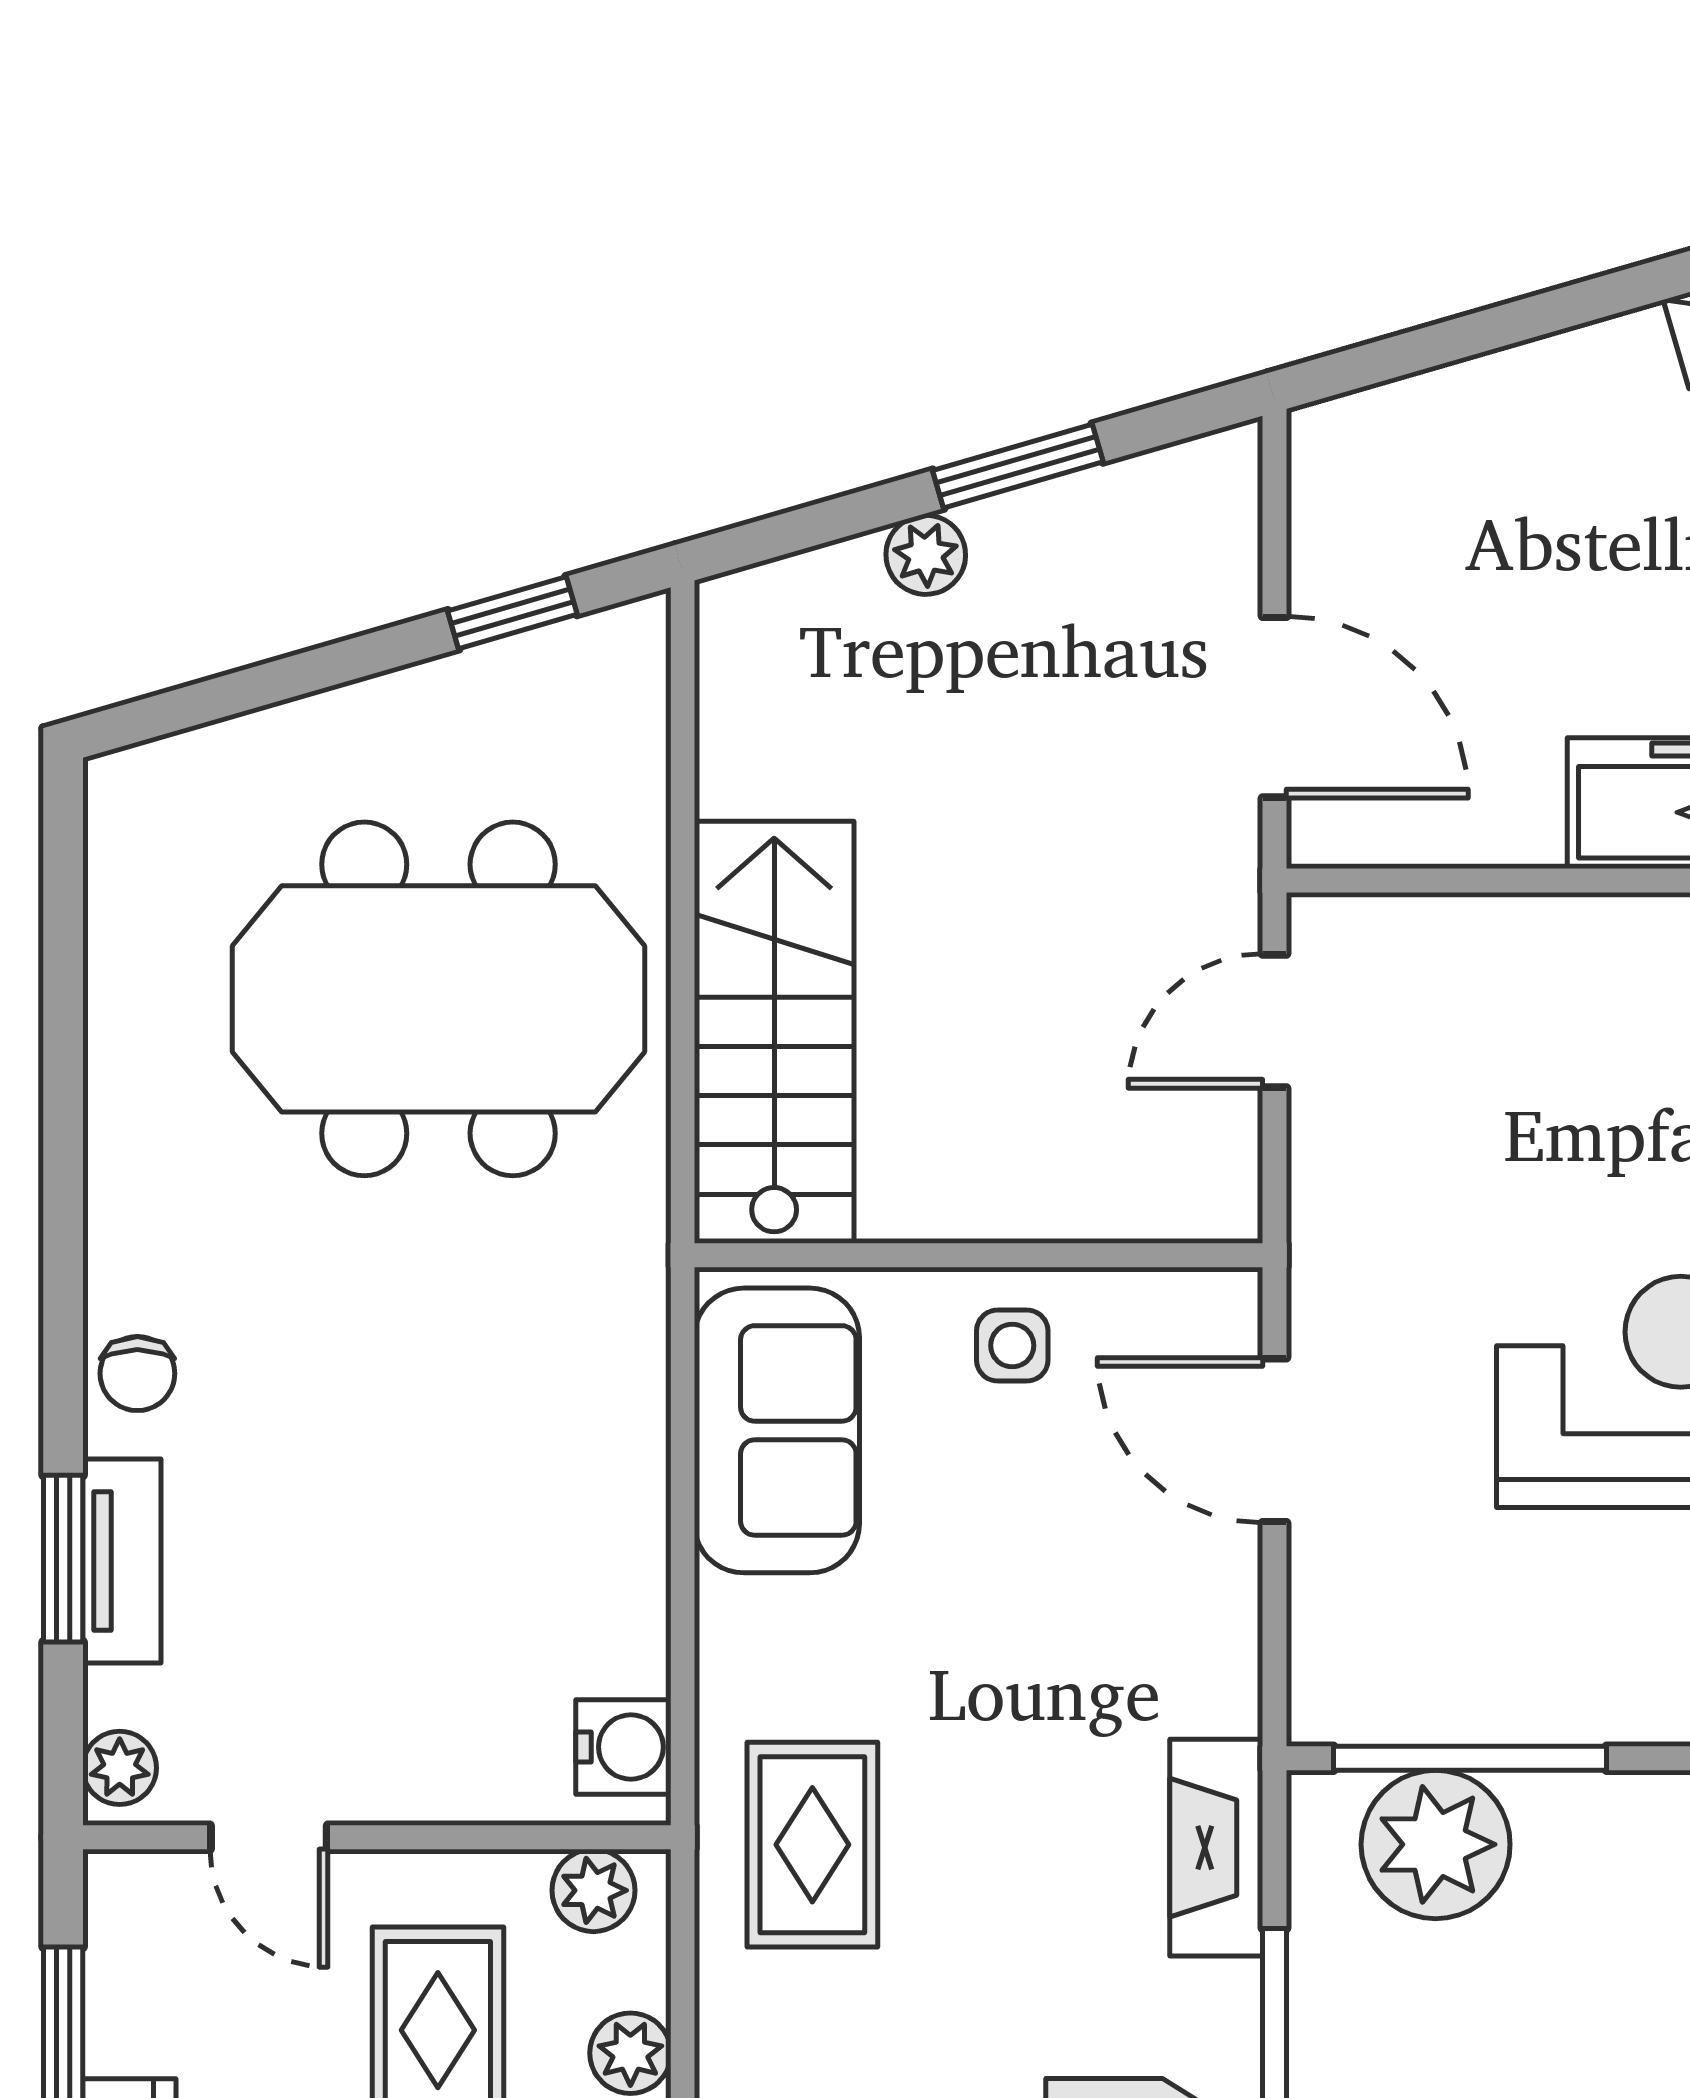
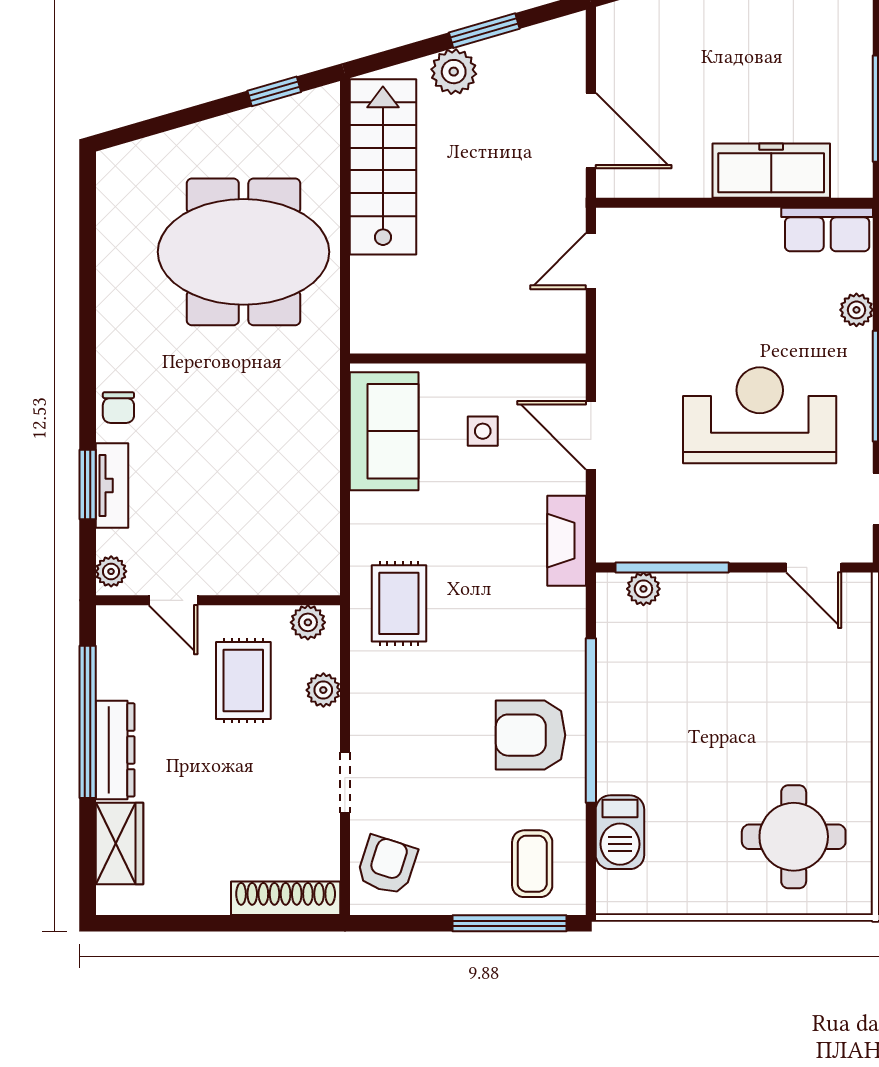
plant: (926, 555) -> (454, 72), width x1.38, depth x1.38
stairs: (774, 1032) -> (383, 167), moved
side table: (1012, 1346) -> (483, 431), moved
water cooler: (623, 1747) -> (320, 563), removed
plant: (1436, 1844) -> (643, 589), width x0.53, depth x0.53
fireplace: (1216, 1848) -> (567, 541), moved

